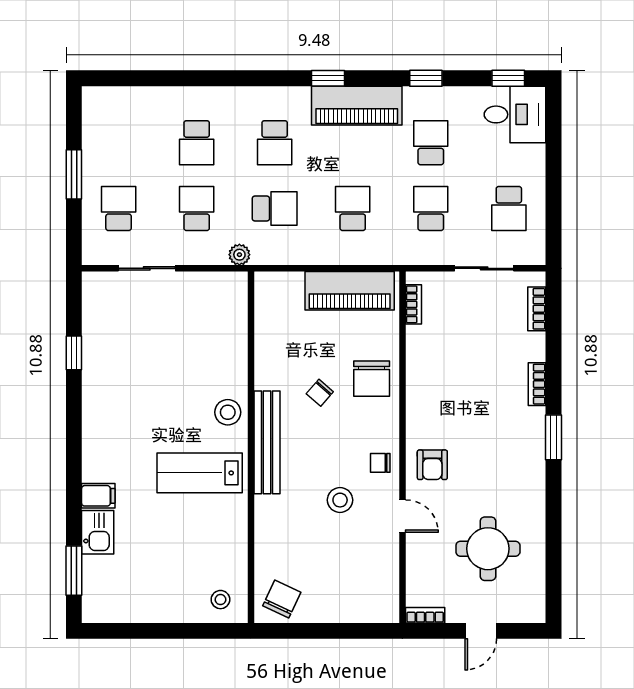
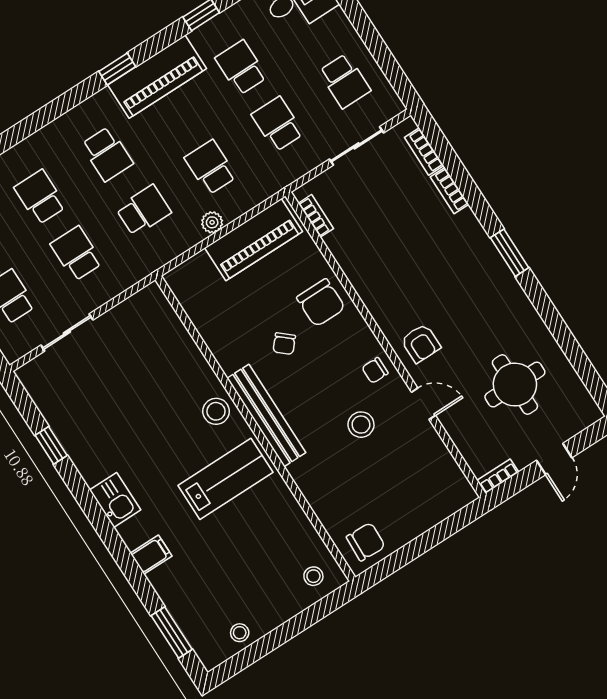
school desk: (197, 143) -> (40, 197), turned 180
plant: (239, 255) -> (212, 222), moved
bookcase: (537, 384) -> (450, 191), moved
lab bench: (200, 473) -> (225, 479), turned 180
kitchen sink: (98, 532) -> (115, 500), moved
chair: (282, 599) -> (366, 542), turned 67
stool: (130, 607) -> (240, 633), added

